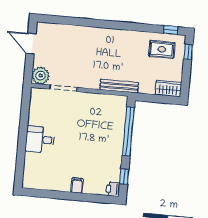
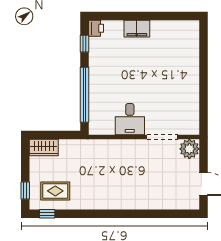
bench: (119, 86) -> (100, 145), removed
desk: (40, 139) -> (130, 119), moved, turned 90
filing cabinet: (77, 185) -> (137, 29), width x2.00

